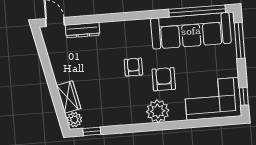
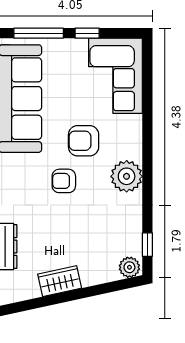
window: (244, 96) -> (87, 33), moved
wardrobe: (69, 97) -> (60, 281), moved
plant: (158, 111) -> (127, 176), moved

